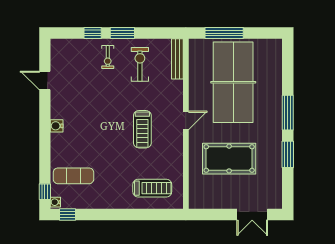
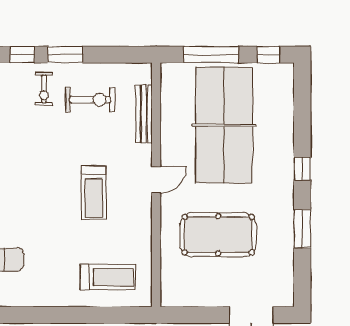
window: (264, 33) -> (268, 55), added
bench: (177, 59) -> (144, 114), moved
exercise bike: (140, 64) -> (90, 100), turned 90
window: (288, 113) -> (302, 169), width x0.46

